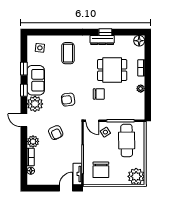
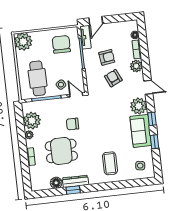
floor lamp: (139, 41) -> (56, 183), moved
armchair: (68, 100) -> (107, 57), moved
plant: (136, 102) -> (32, 121), added

